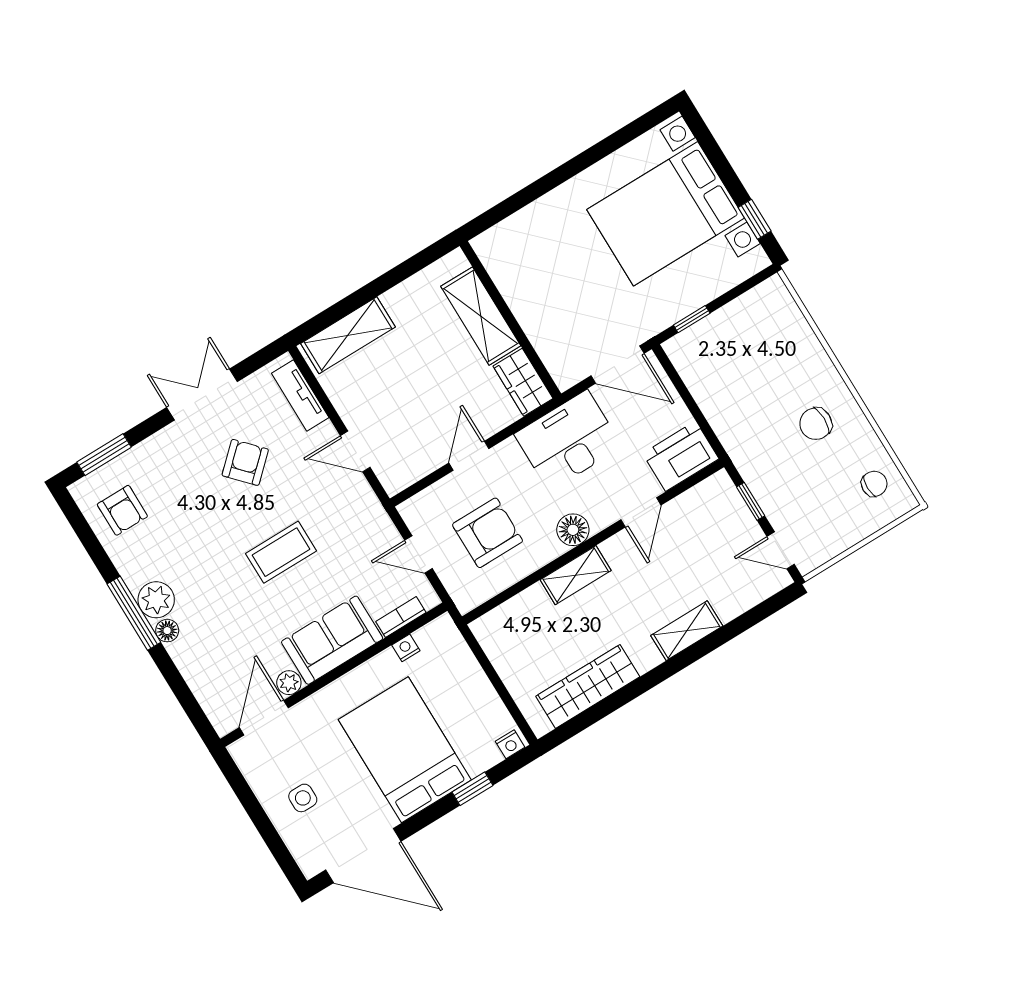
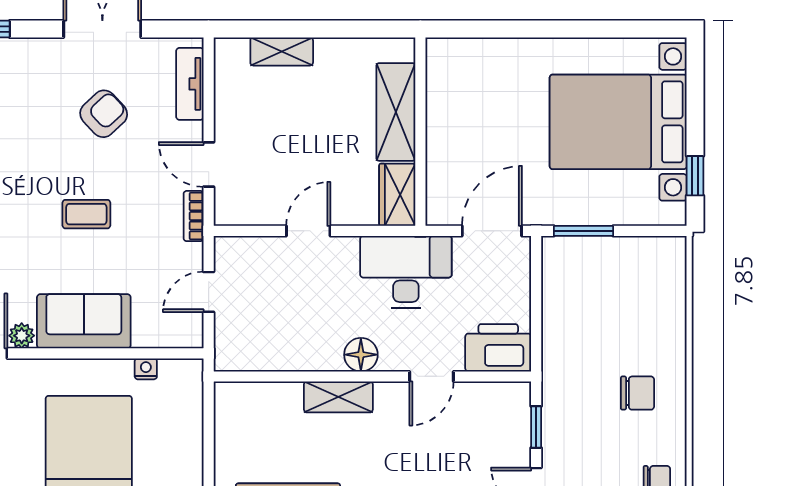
window: (692, 319) -> (583, 231), width x1.50
shelving: (348, 335) -> (282, 51), width x0.67, depth x0.75
door: (618, 365) -> (492, 231), swing flipped
chair: (816, 424) -> (637, 393), turned 180
armchair: (488, 533) -> (283, 310), removed
coffee table: (281, 552) -> (86, 214), width x0.73, depth x0.77
door: (418, 554) -> (209, 292), hinge flipped
bookcase: (401, 617) -> (194, 216), moved, turned -90

